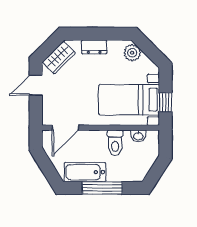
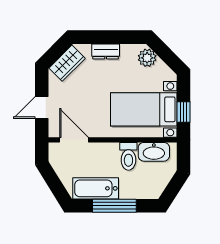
door: (36, 85) -> (42, 107), moved
door: (65, 128) -> (74, 140), swing flipped
washbasin: (138, 136) -> (154, 152), width x1.91, depth x1.45

